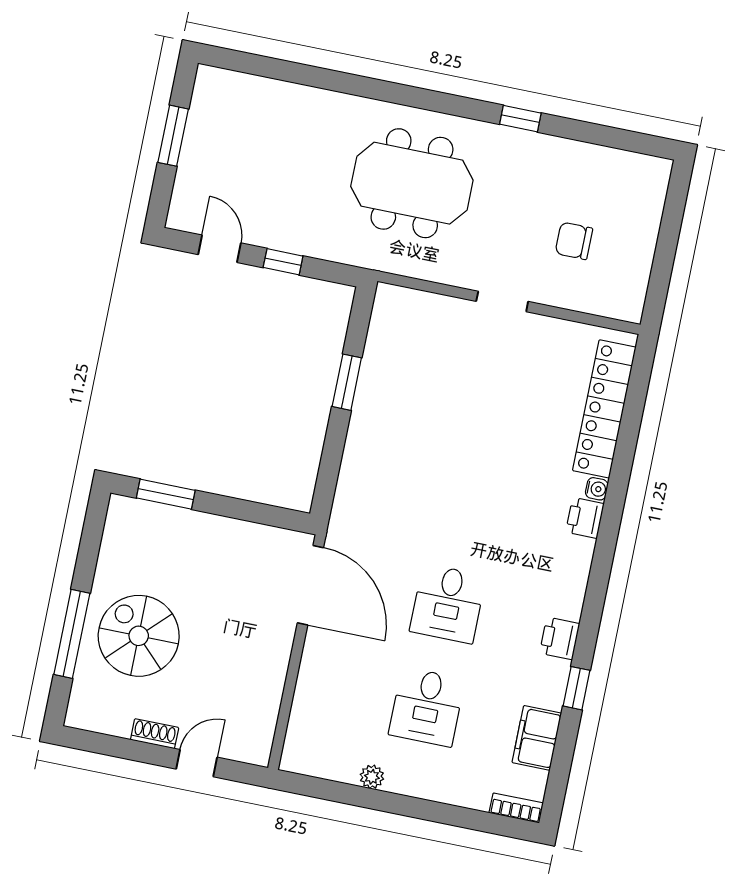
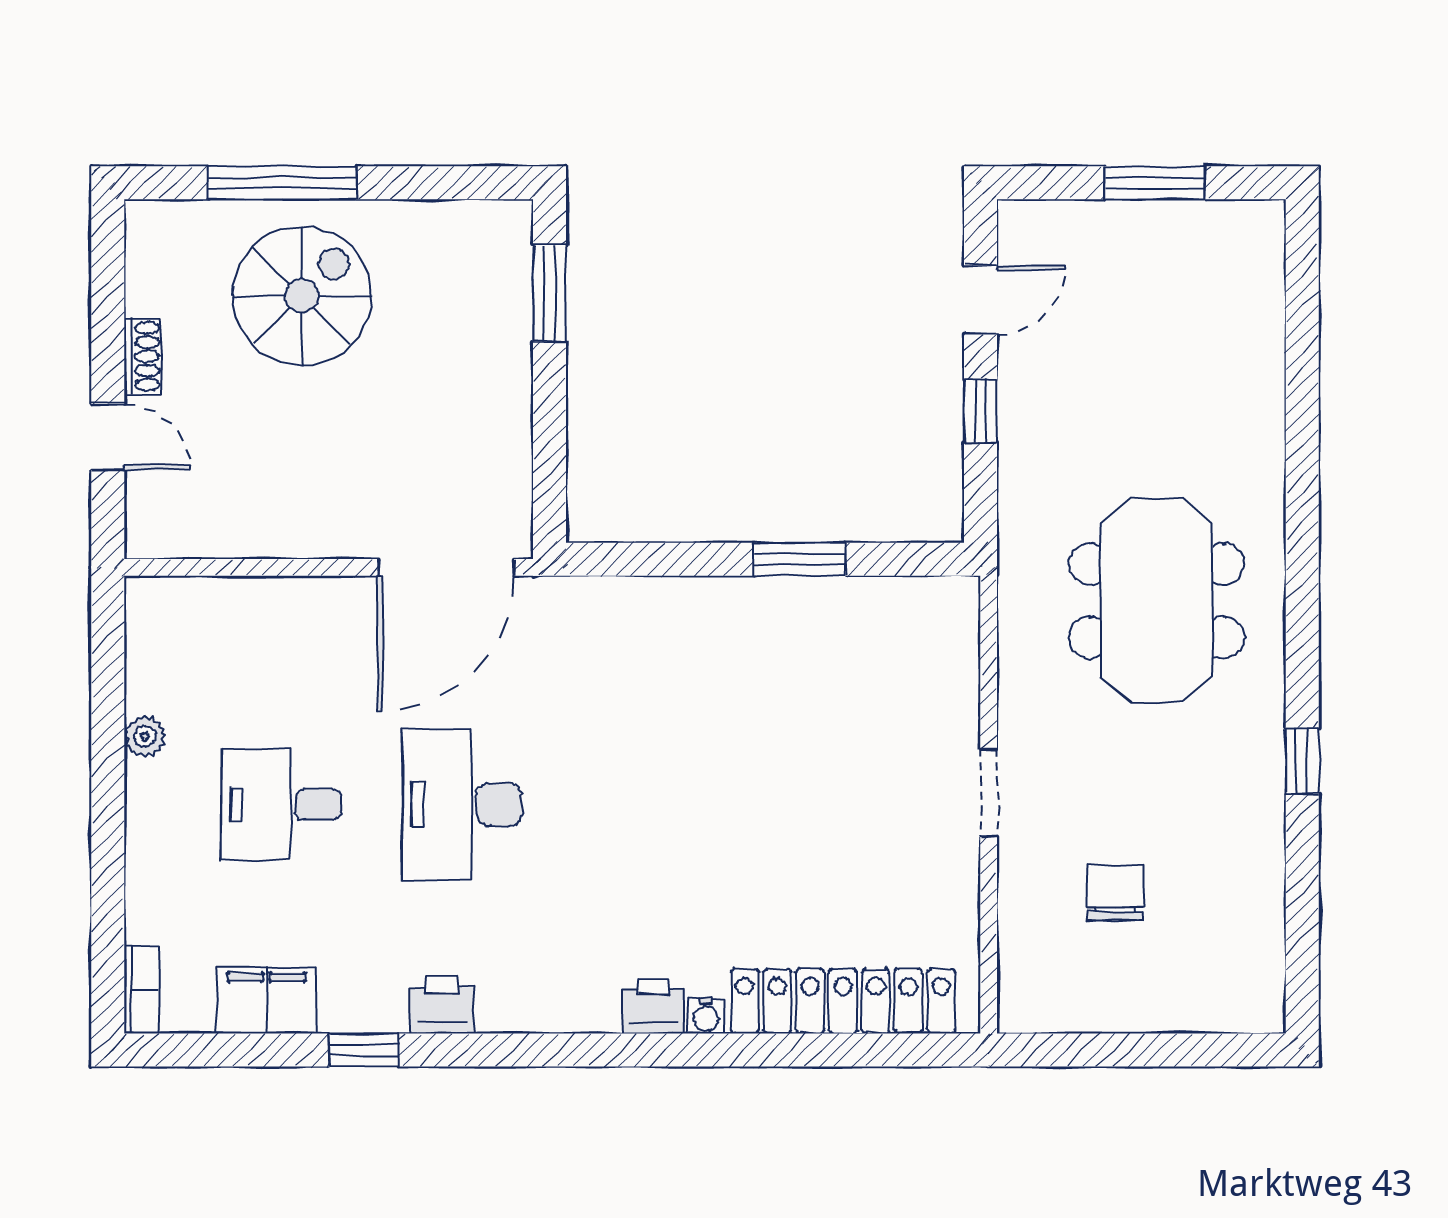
desk: (448, 604) -> (462, 805), width x1.37

